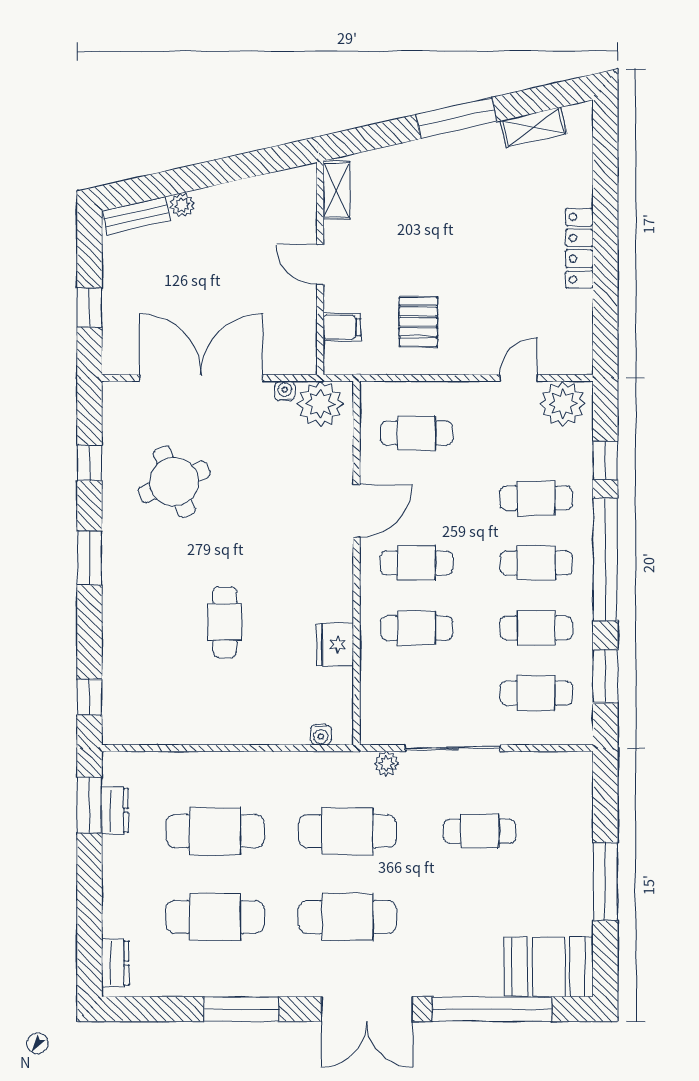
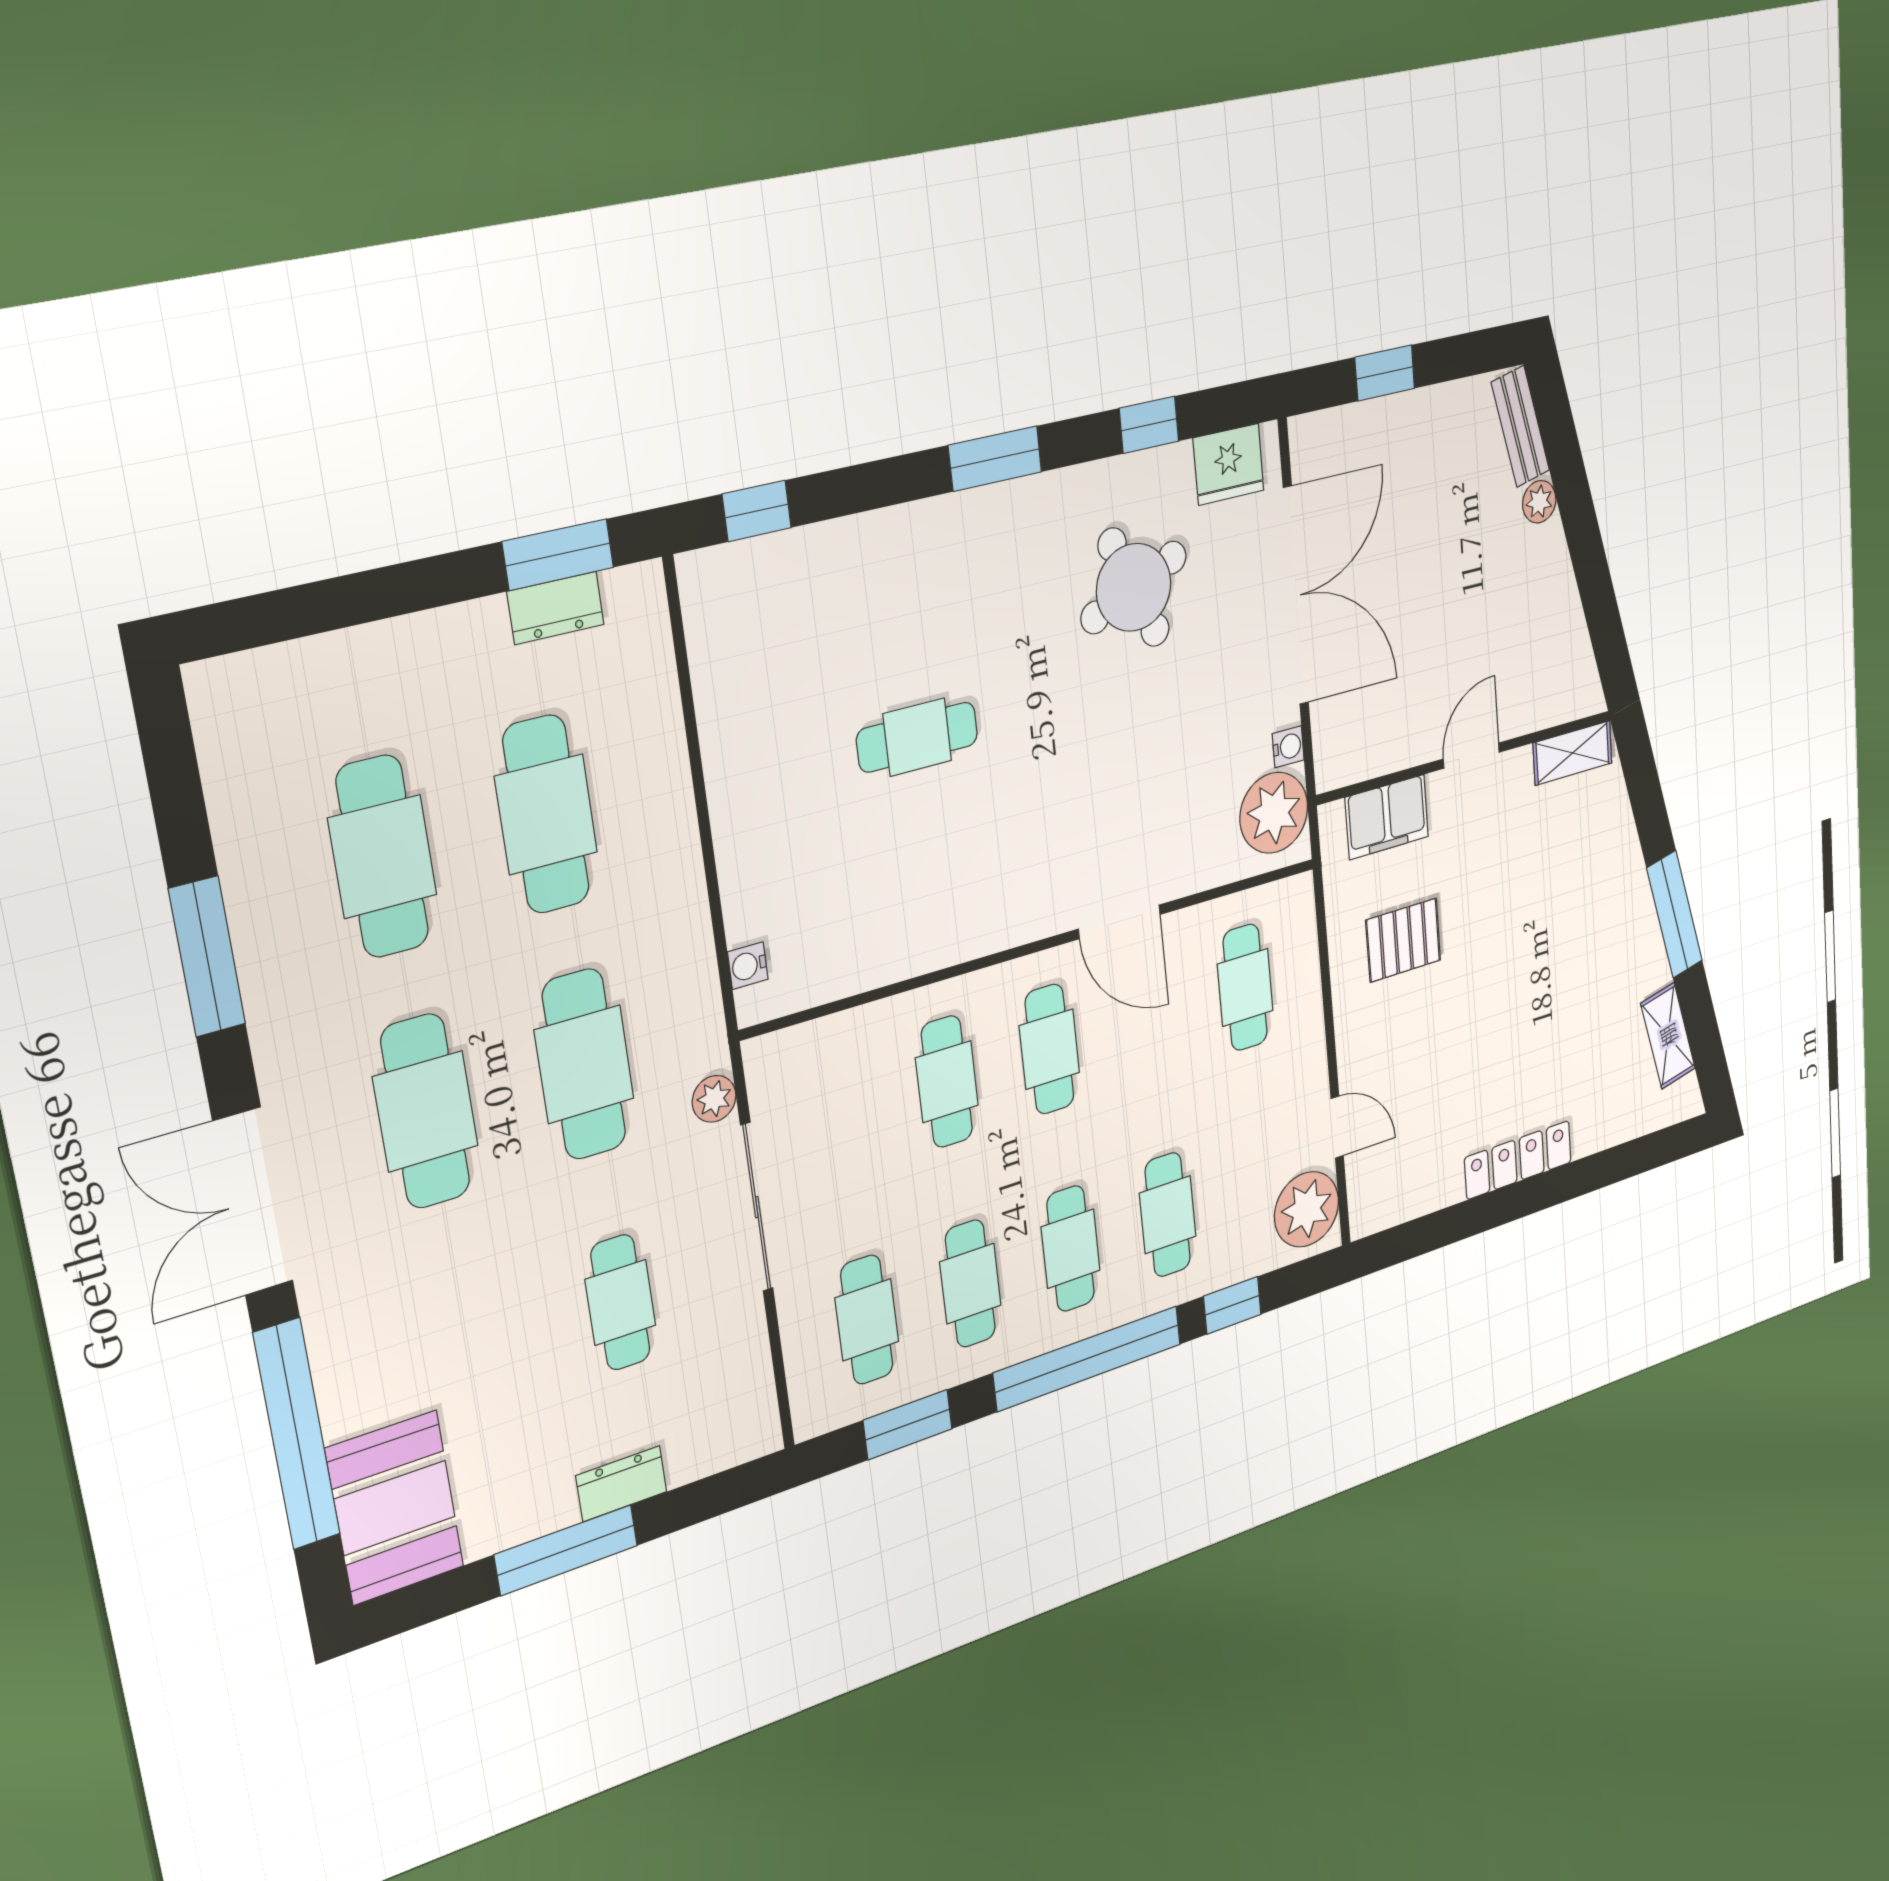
filing cabinet: (342, 327) -> (1387, 817), width x2.00
fridge: (335, 644) -> (1229, 464), moved, turned 180
dresser: (115, 963) -> (621, 1484), moved, turned 180

